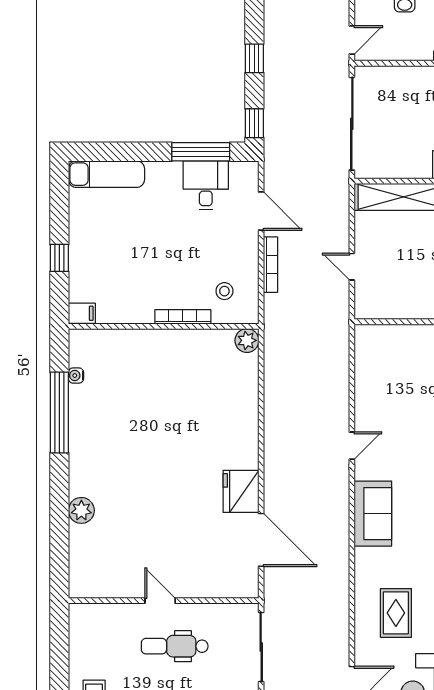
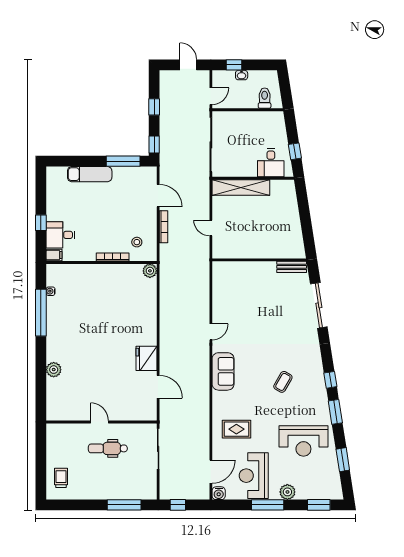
exam couch: (106, 174) -> (90, 174), moved
desk: (206, 185) -> (60, 235), moved, turned -90
door: (261, 540) -> (158, 387), width x0.73
rug: (396, 613) -> (236, 429), turned 90

